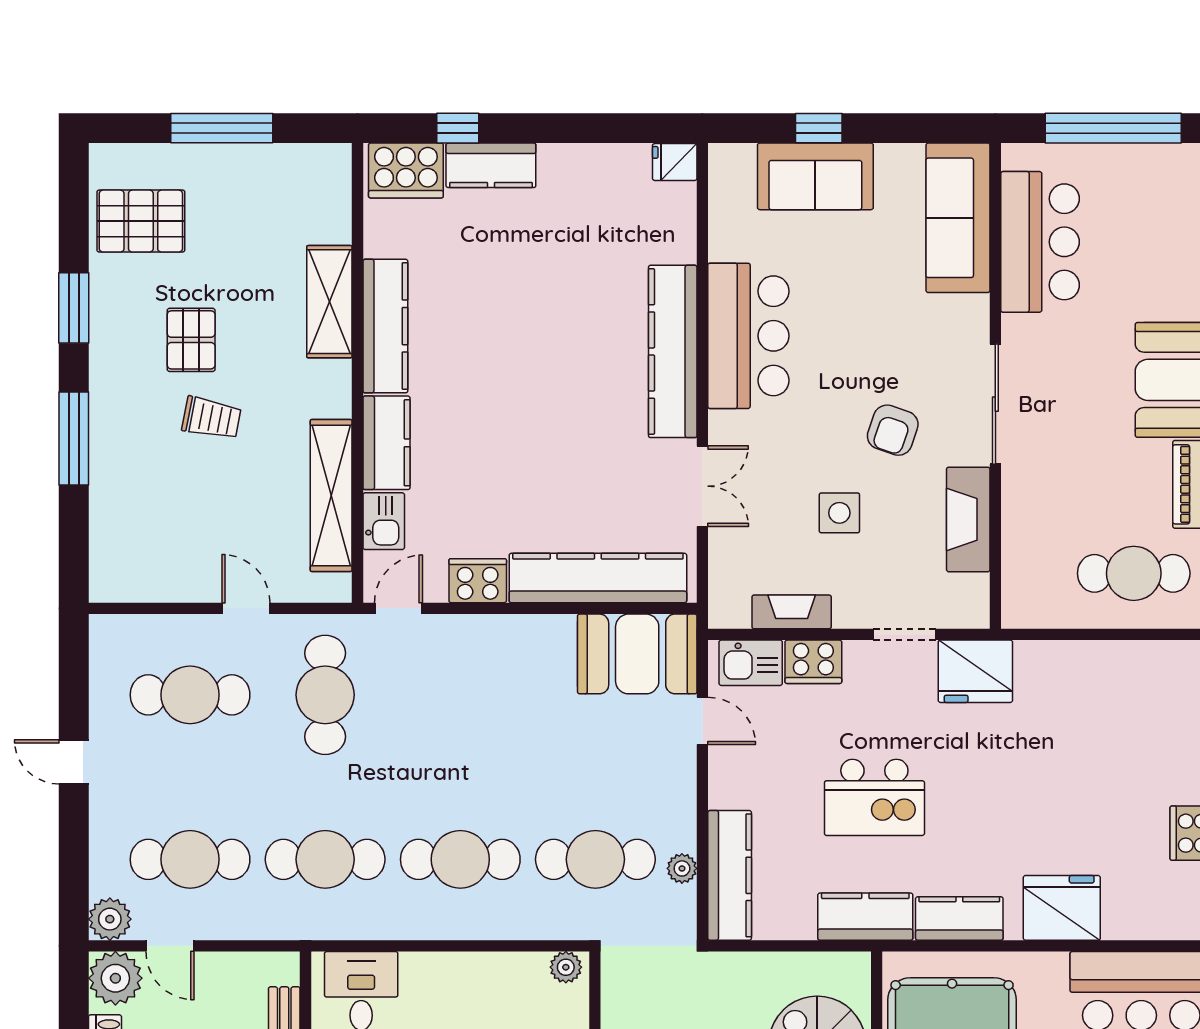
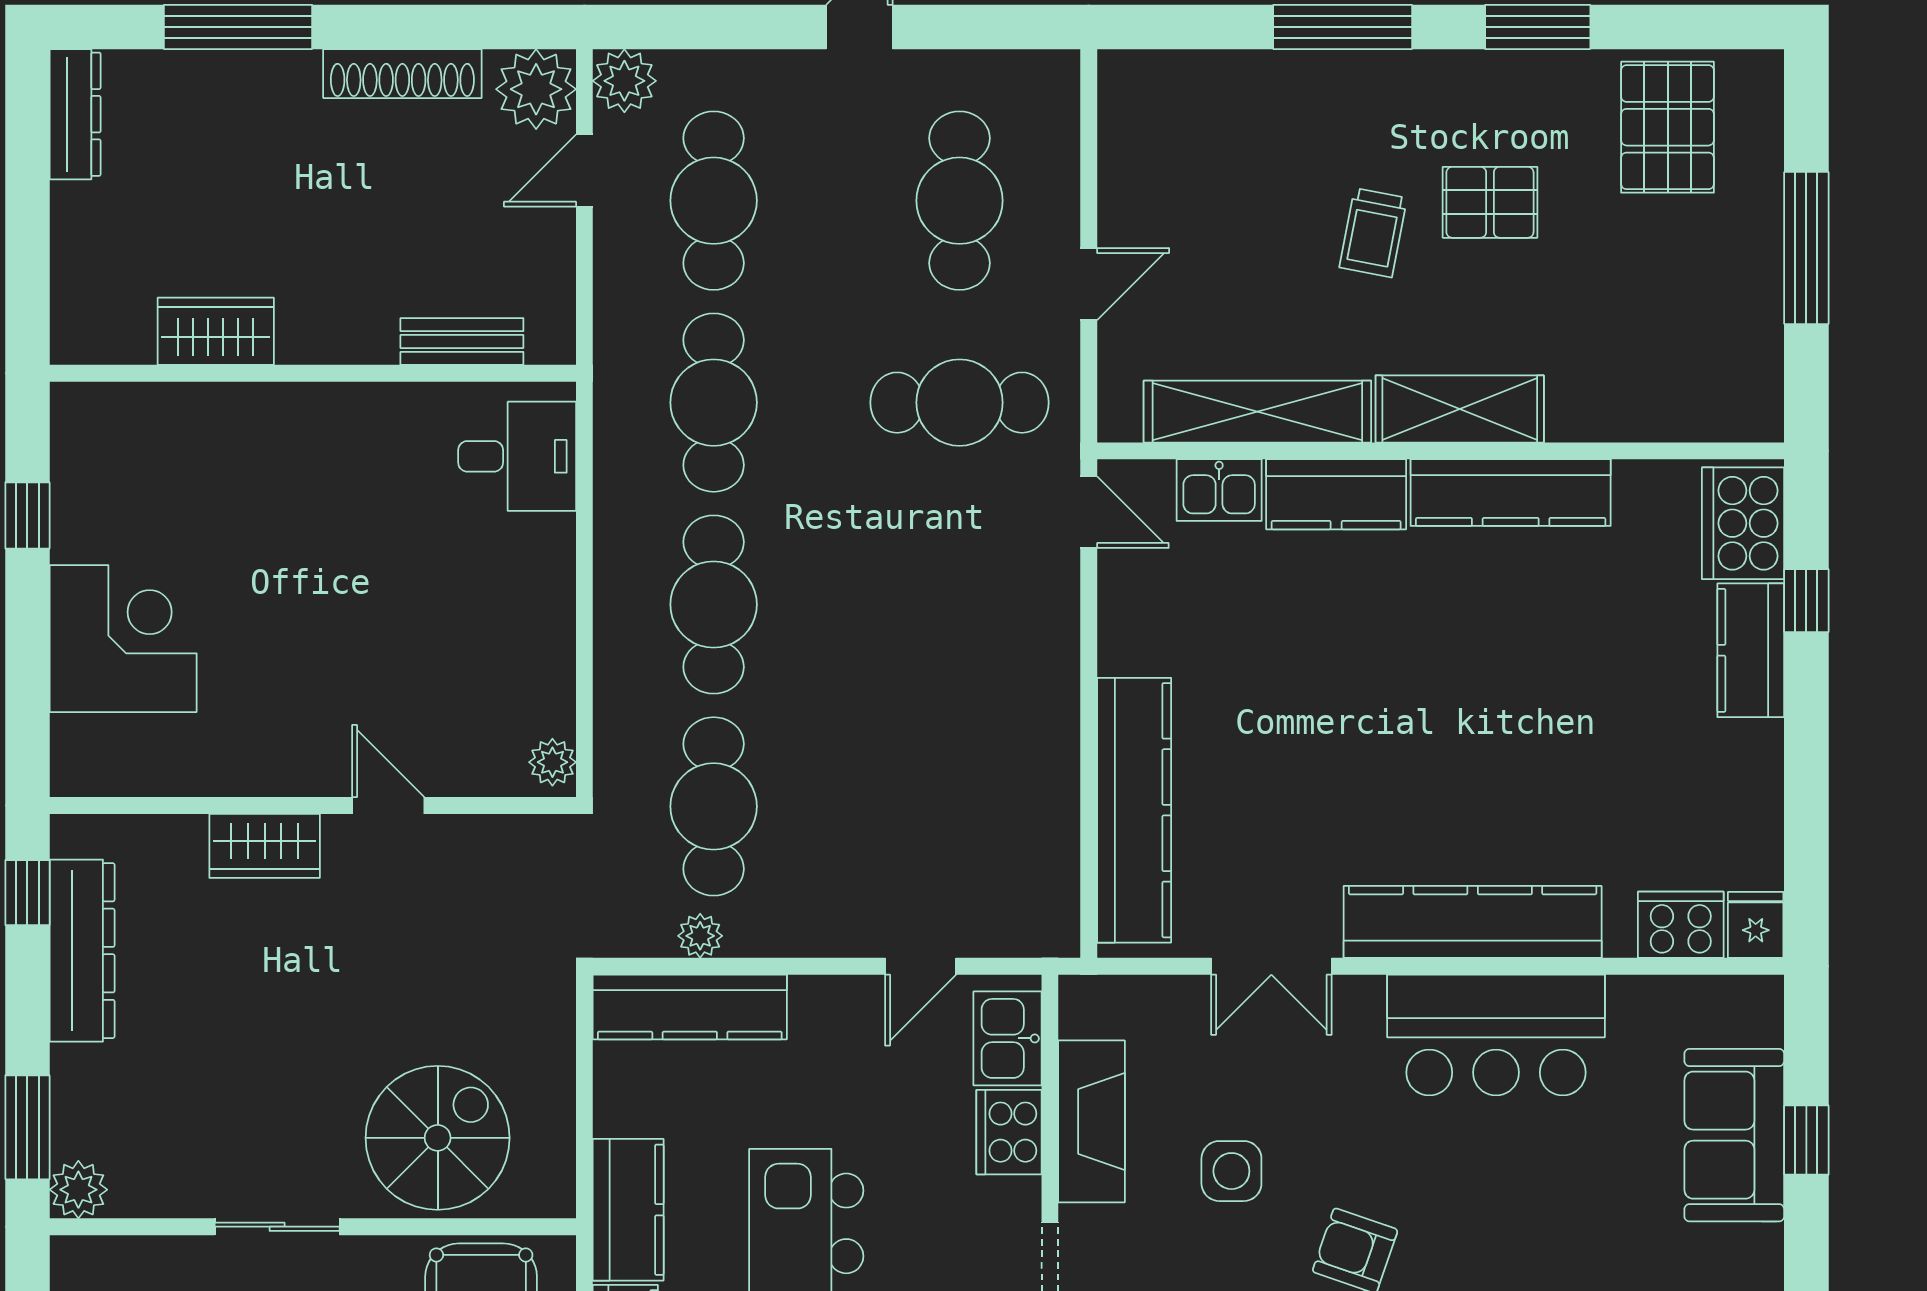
shelving: (329, 302) -> (1460, 409), moved
cooker: (478, 581) -> (1681, 925), moved, turned -90
fireplace: (792, 612) -> (1092, 1121), width x1.37, depth x1.32
booth: (637, 654) -> (1021, 869), removed

